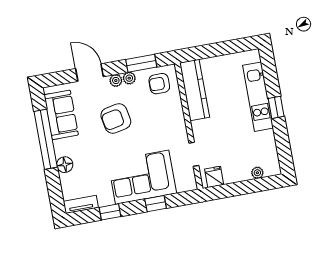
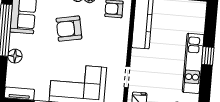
kitchen unit: (258, 97) -> (193, 63), moved

